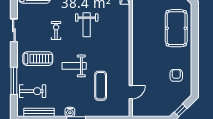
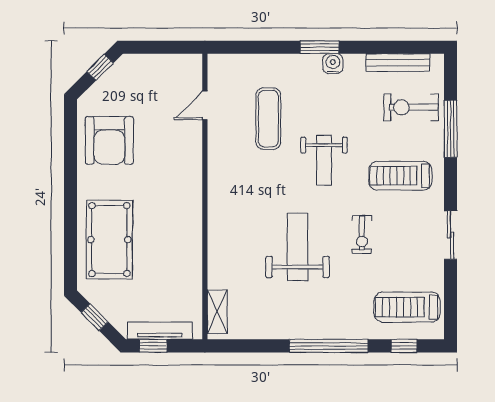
weight bench: (87, 25) -> (298, 247), width x1.36, depth x1.33
weight bench: (74, 66) -> (324, 160), turned 90
armchair: (176, 75) -> (109, 140), width x1.88, depth x1.88

